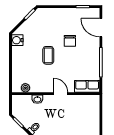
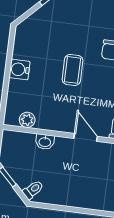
water cooler: (17, 40) -> (20, 69), moved

